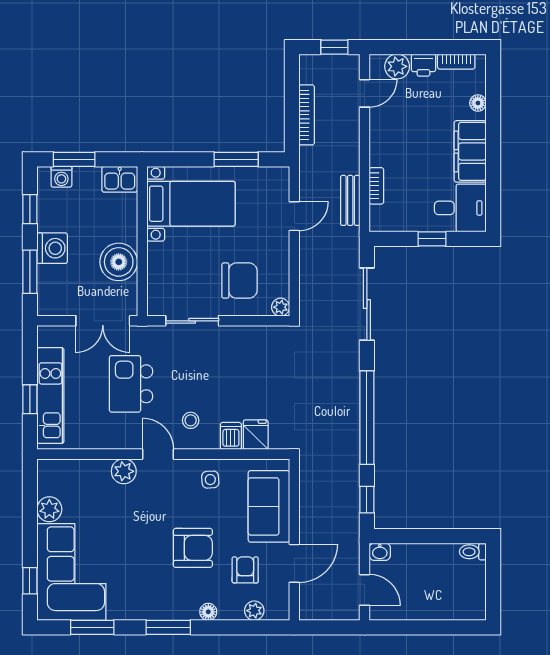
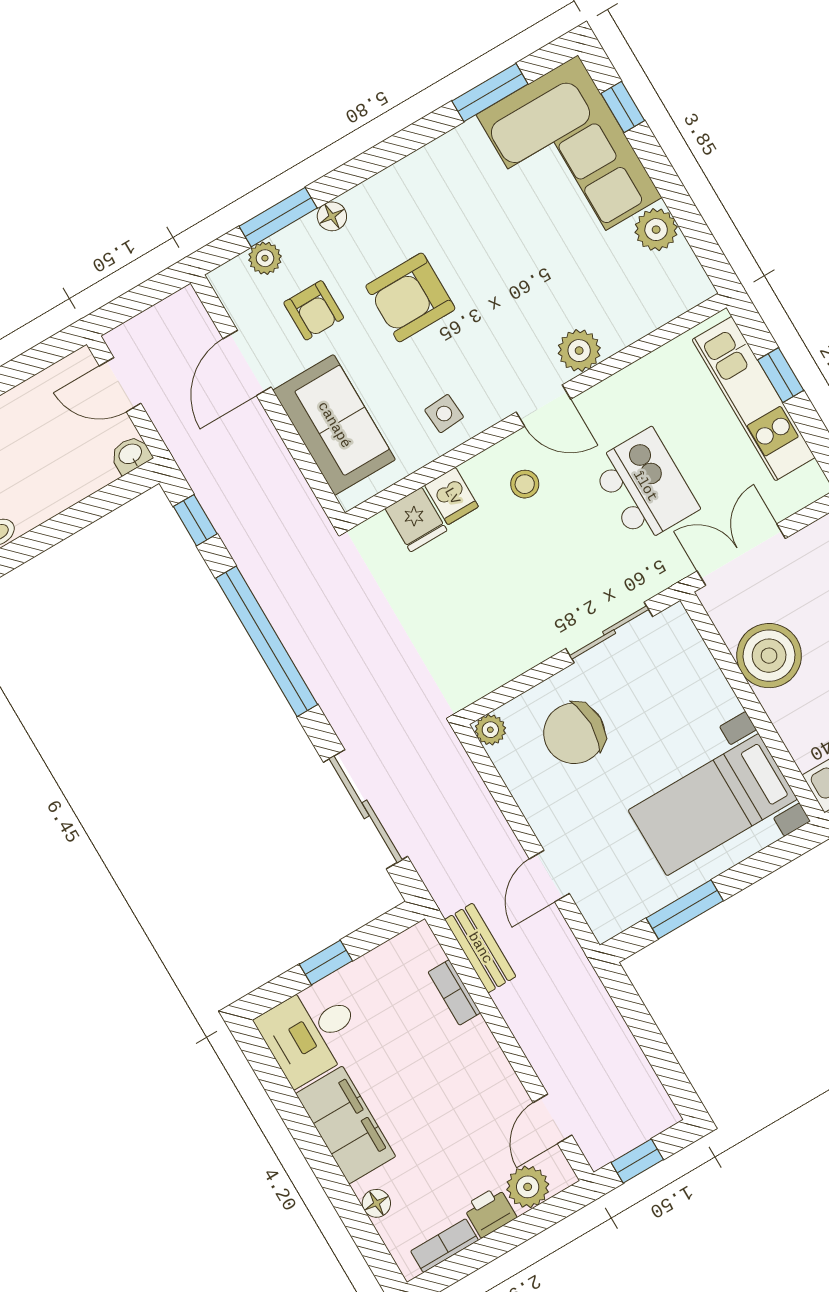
bookcase: (307, 115) -> (619, 1037), removed
window: (168, 627) -> (278, 217), moved

